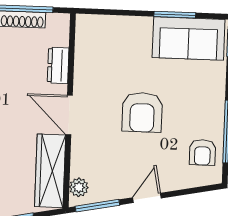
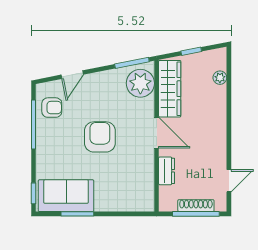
armchair: (202, 152) -> (52, 108), turned 90
plant: (79, 187) -> (140, 83), width x1.88, depth x1.88
door: (147, 198) -> (72, 75), moved

